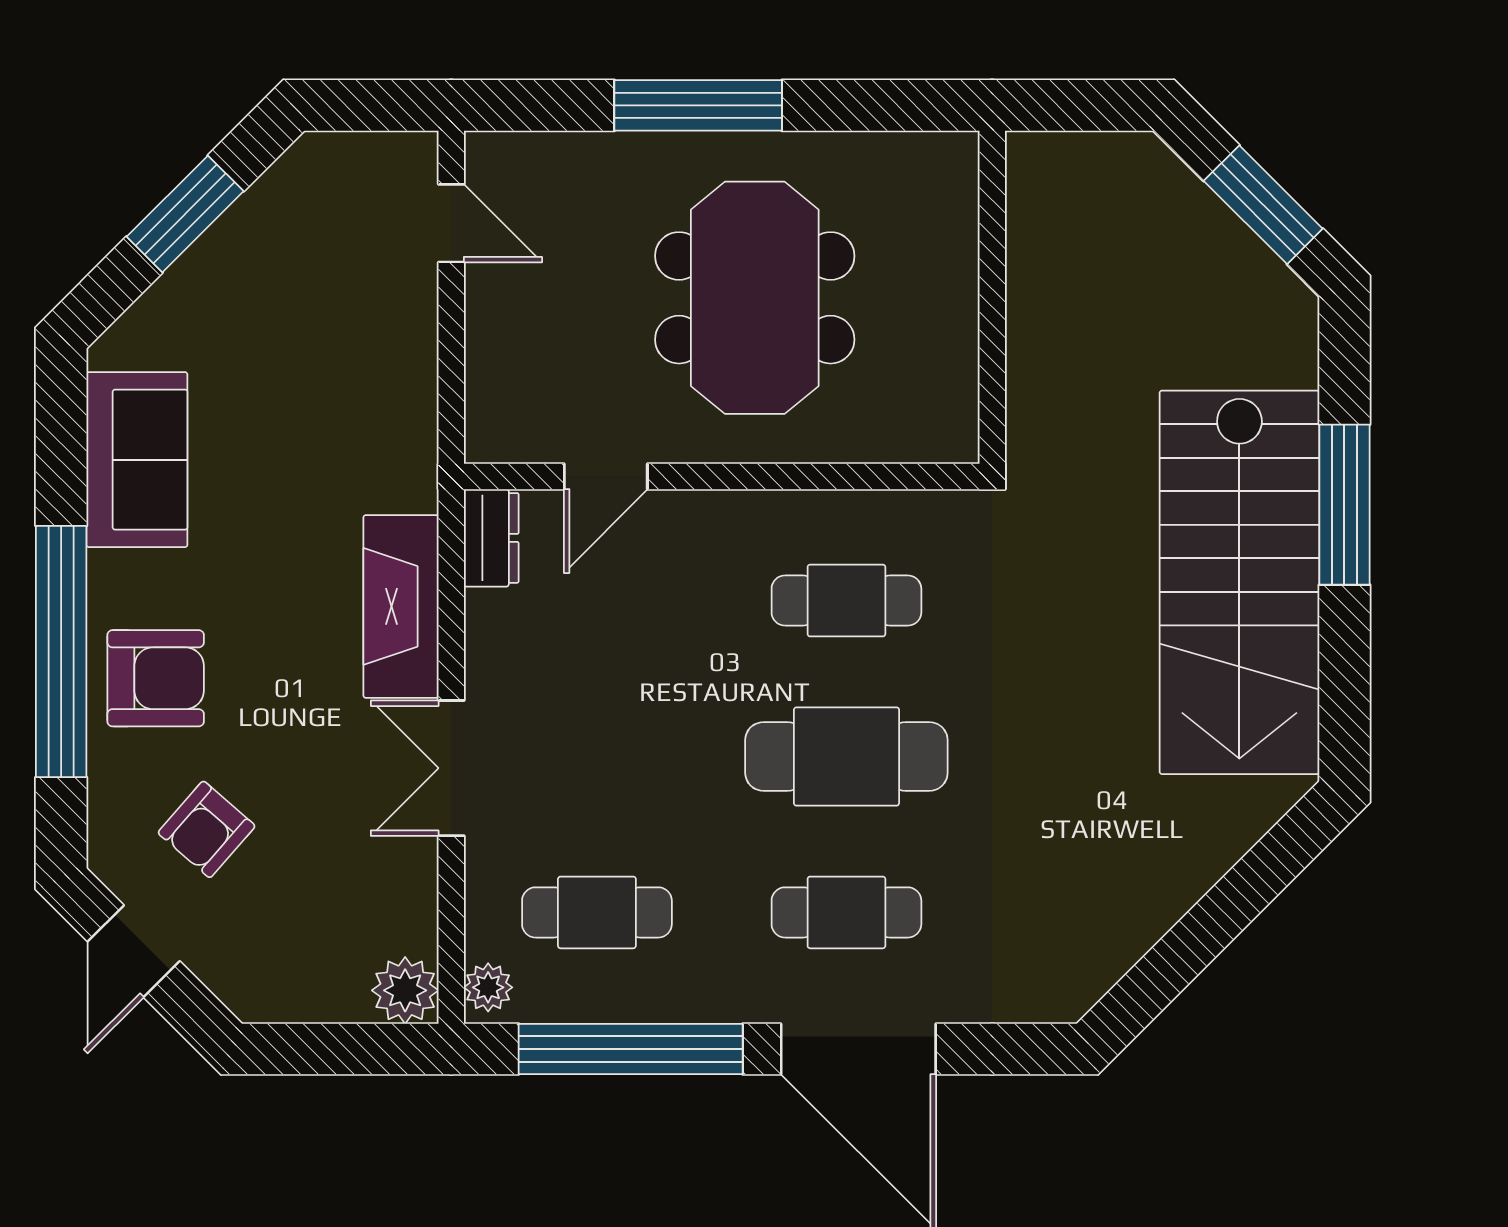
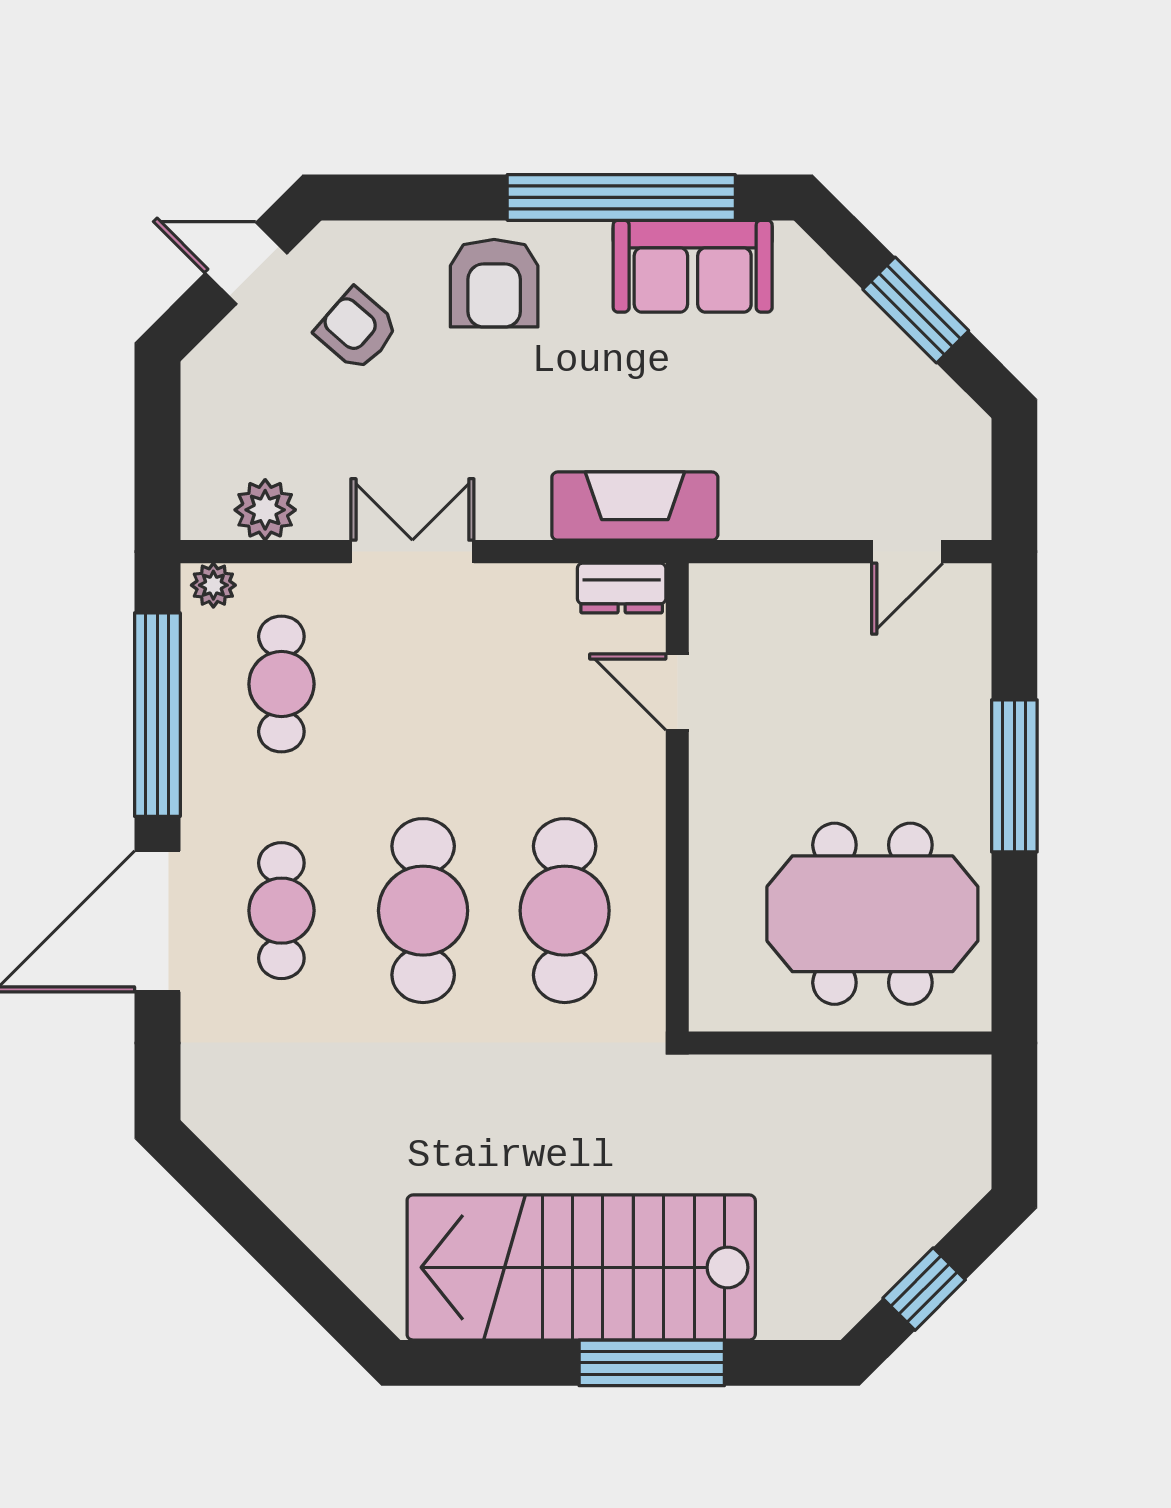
window: (1263, 205) -> (924, 1289), width x0.67
meeting table: (755, 298) -> (872, 914), moved
cafe table: (846, 601) -> (565, 911), width x1.37, depth x1.35
fireplace: (401, 606) -> (635, 506), moved
window: (61, 652) -> (621, 197), moved
plant: (405, 990) -> (265, 510), moved

